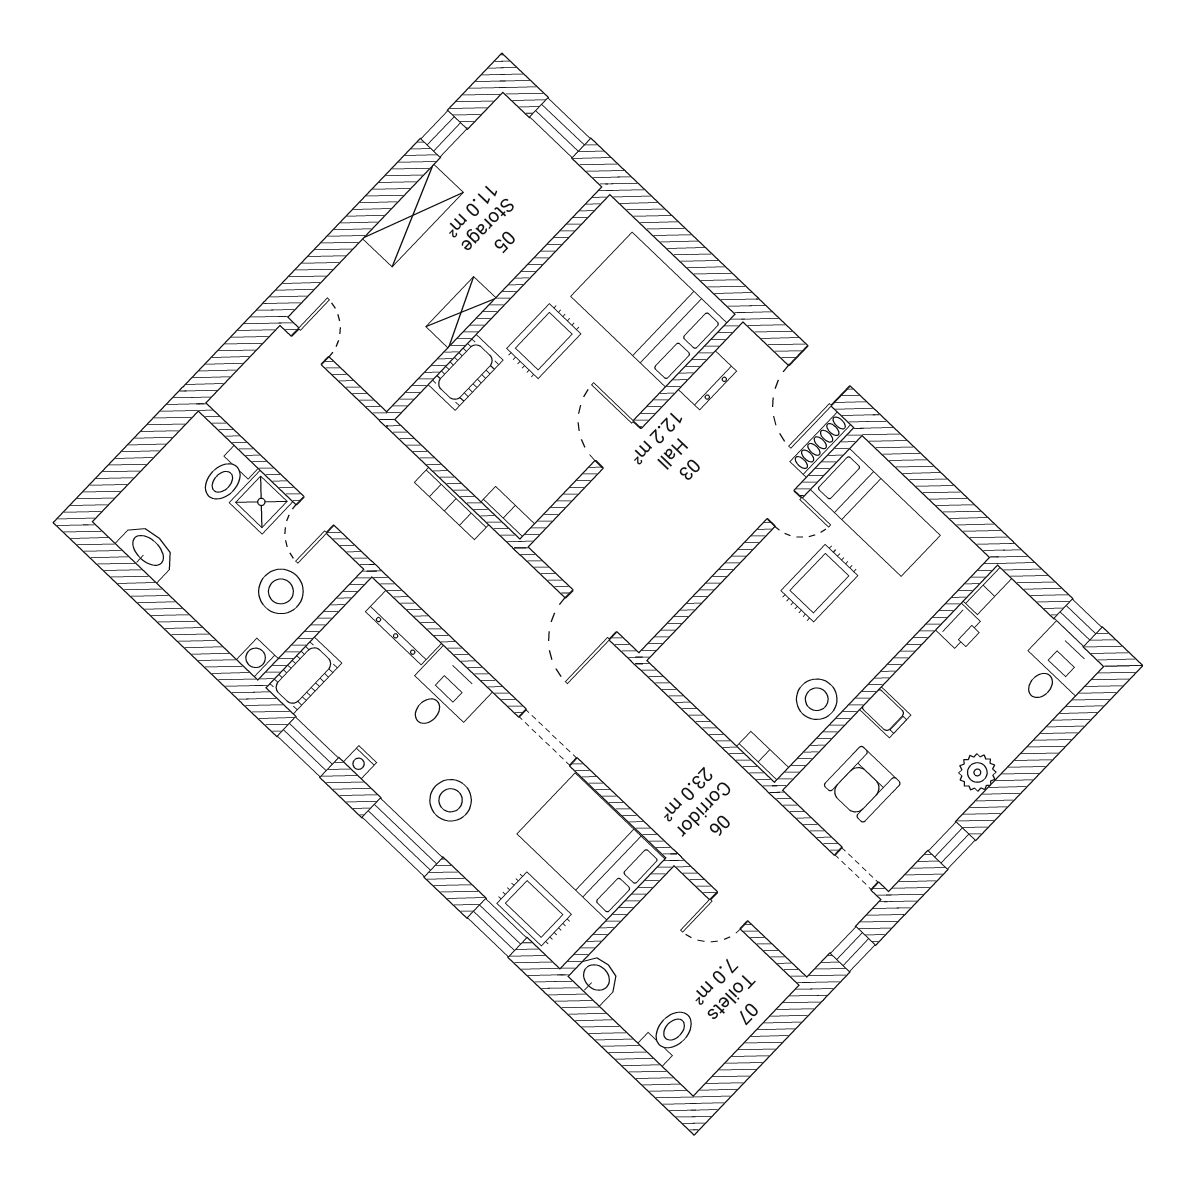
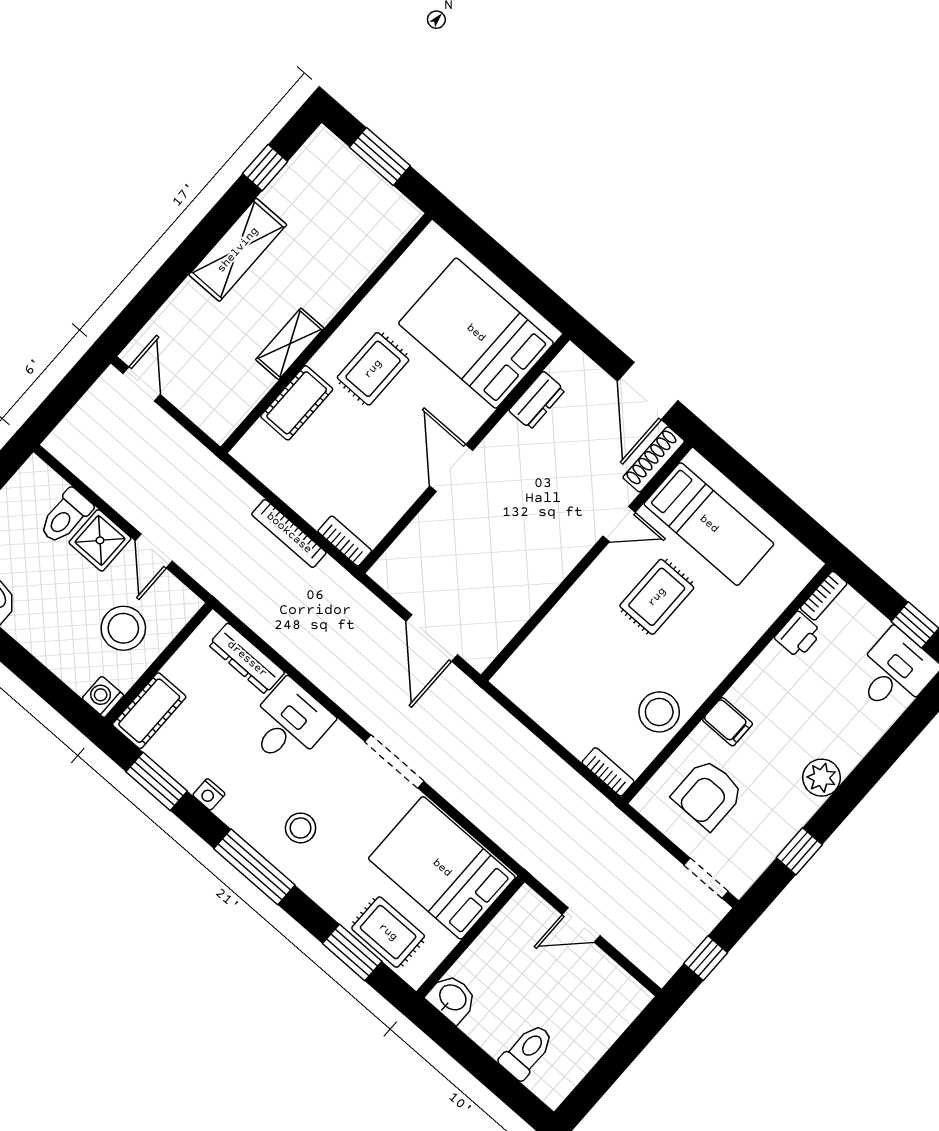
stool: (451, 800) -> (301, 828), width x0.73, depth x0.73

